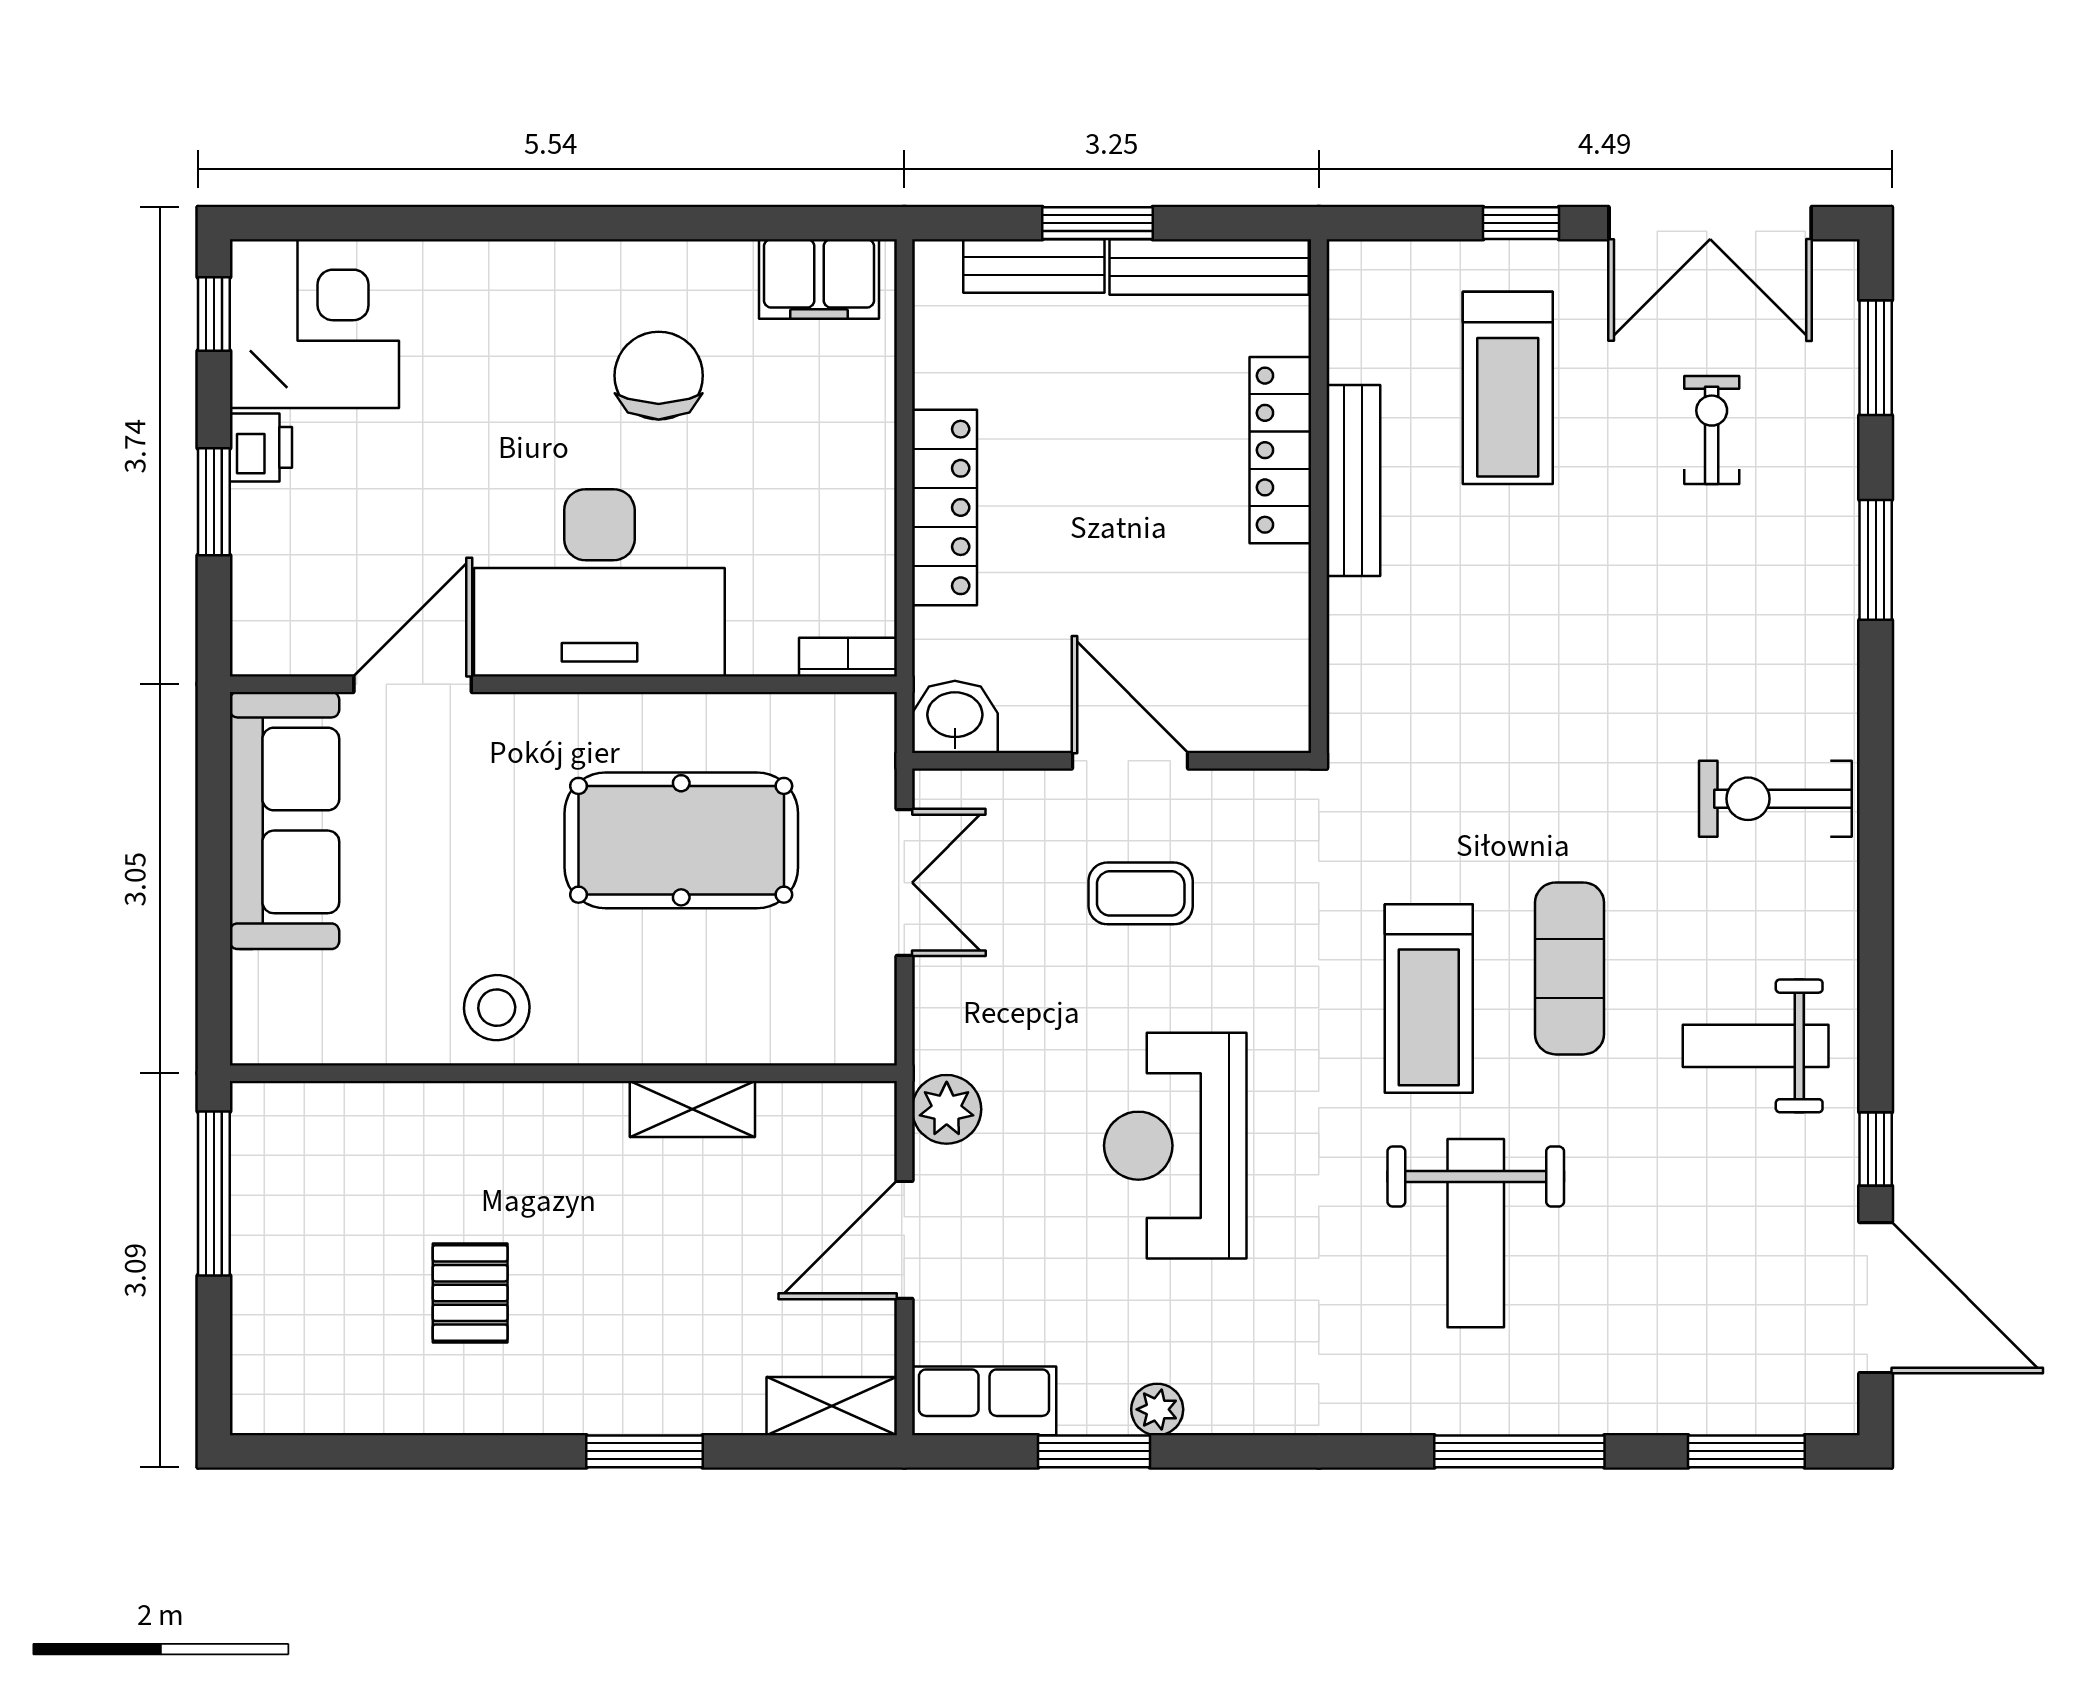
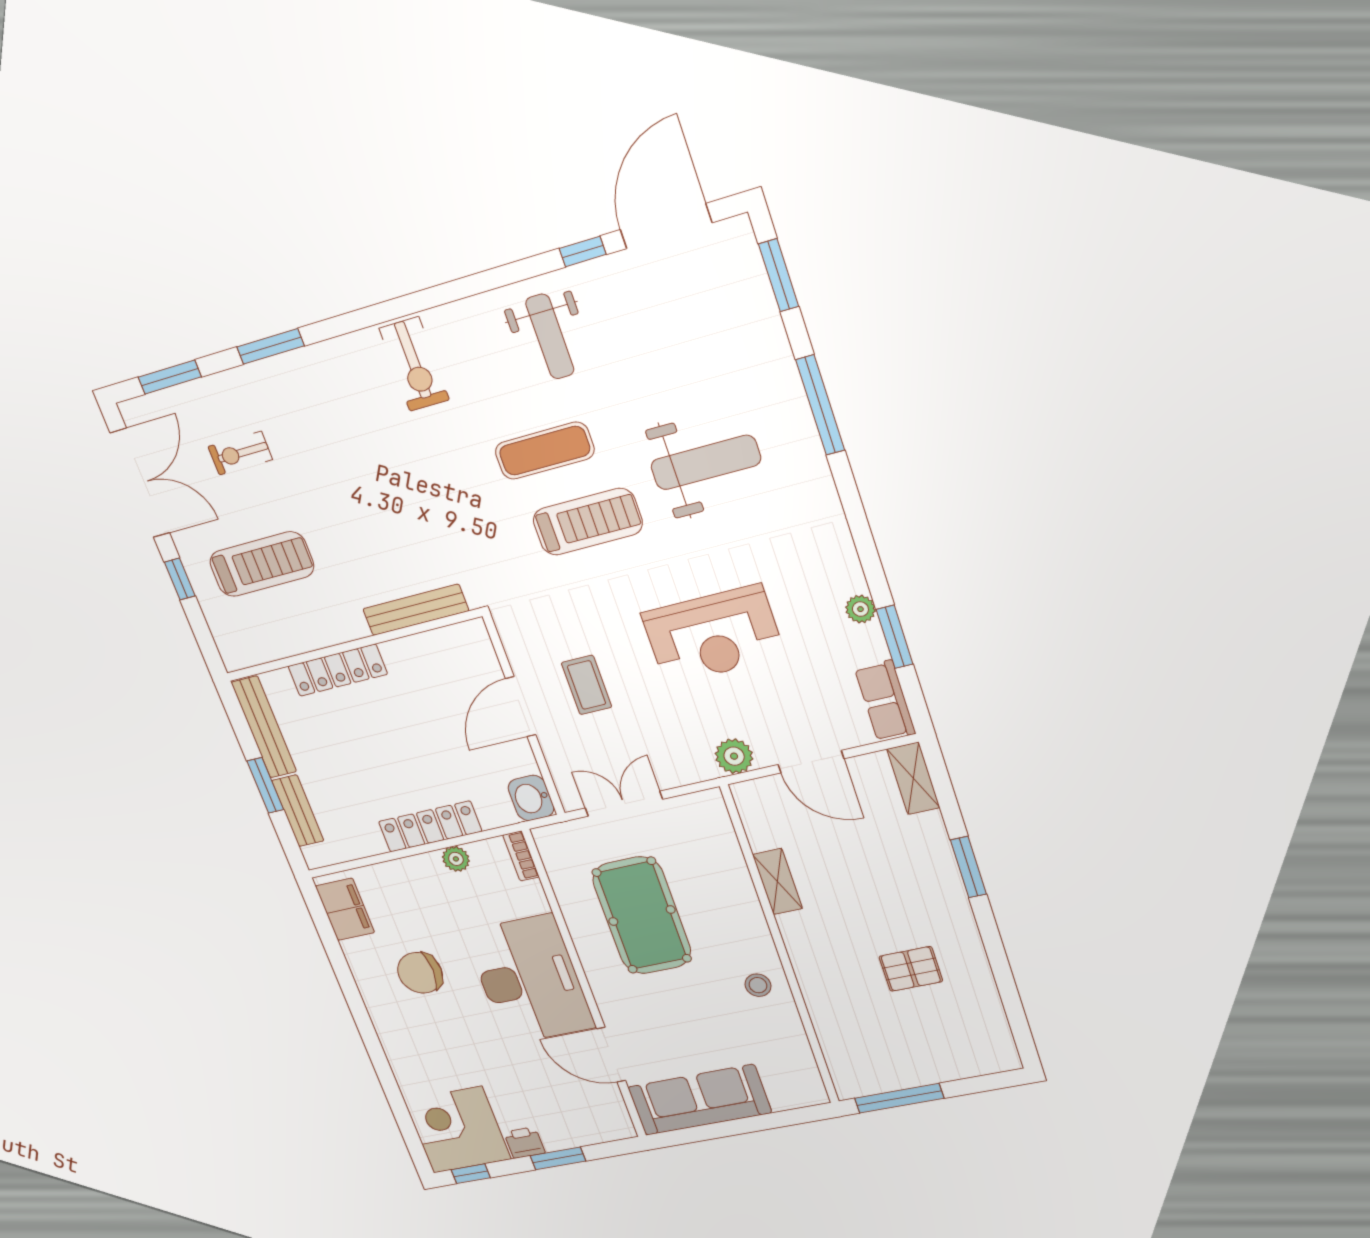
bench: (1353, 480) -> (416, 610), moved
plant: (870, 532) -> (456, 859), added
stool: (497, 1008) -> (758, 985), width x0.73, depth x0.73

